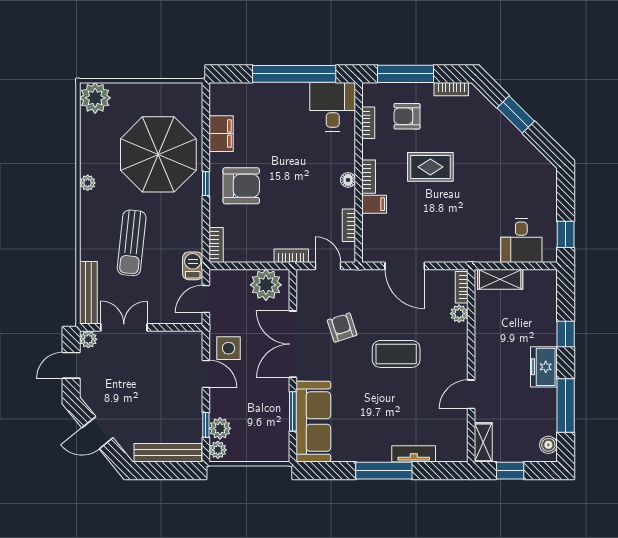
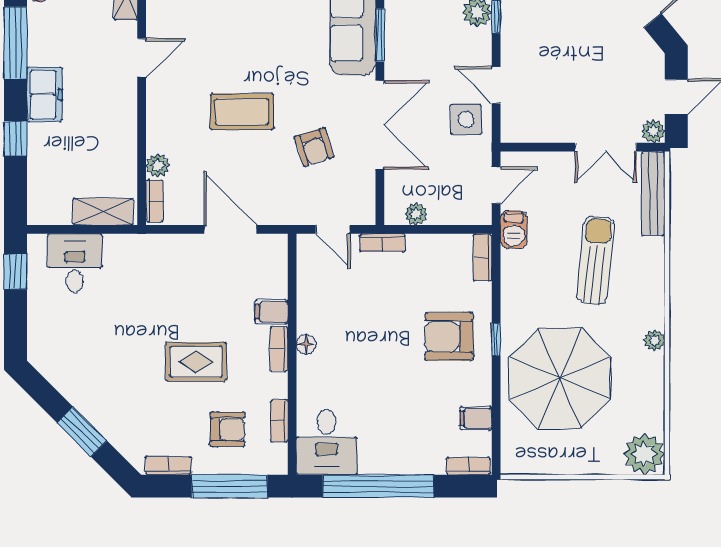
filing cabinet: (221, 134) -> (476, 418), width x0.50
bookcase: (349, 225) -> (468, 466), moved, turned -90
plant: (266, 285) -> (416, 214), width x0.53, depth x0.53

